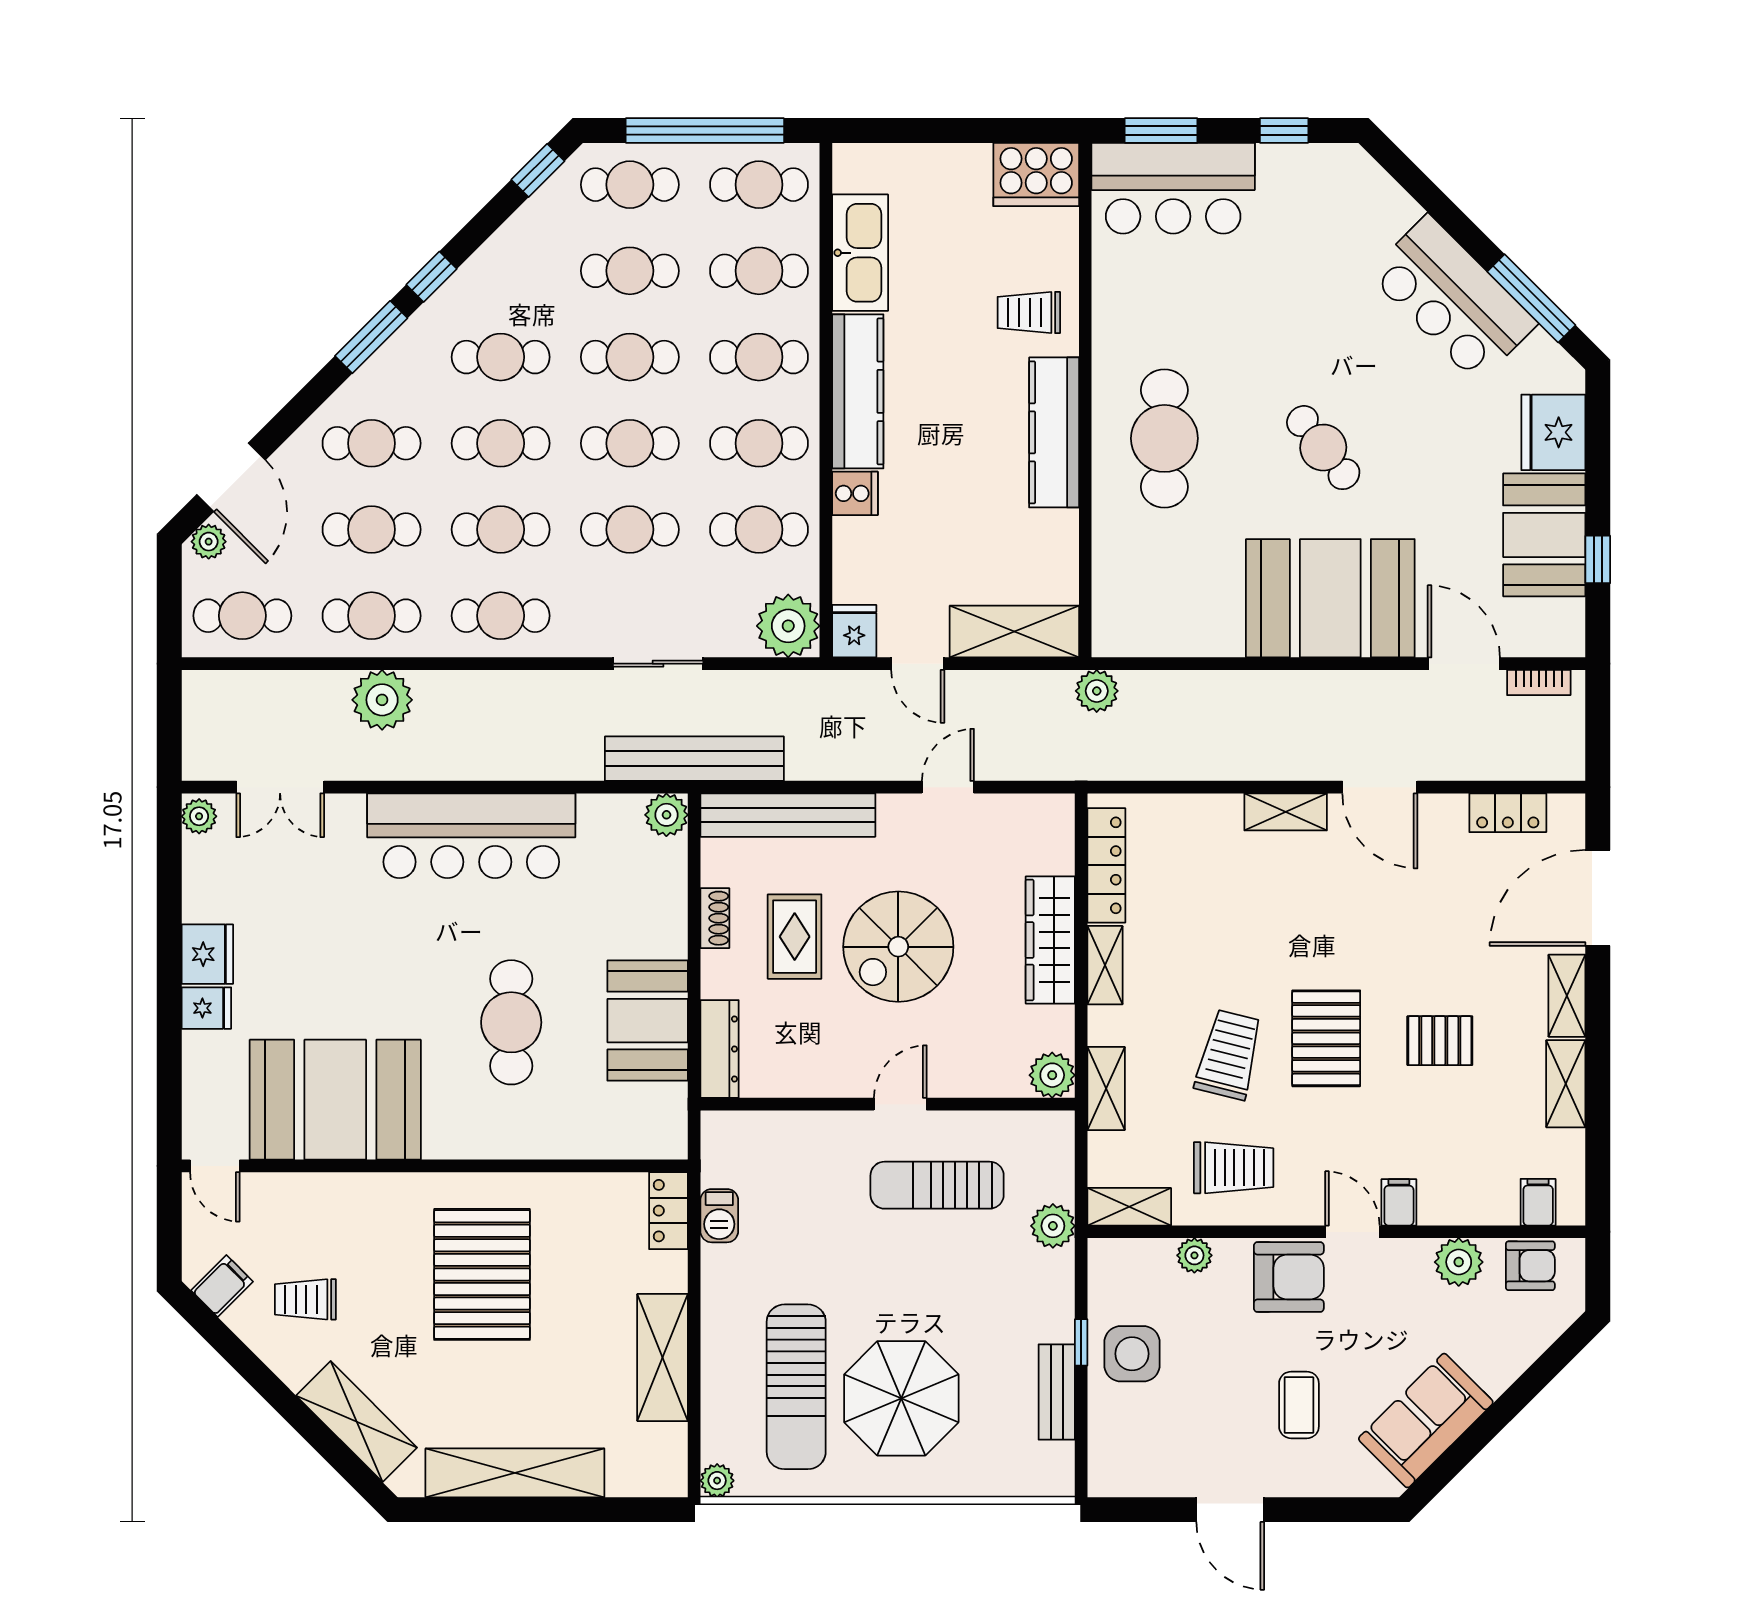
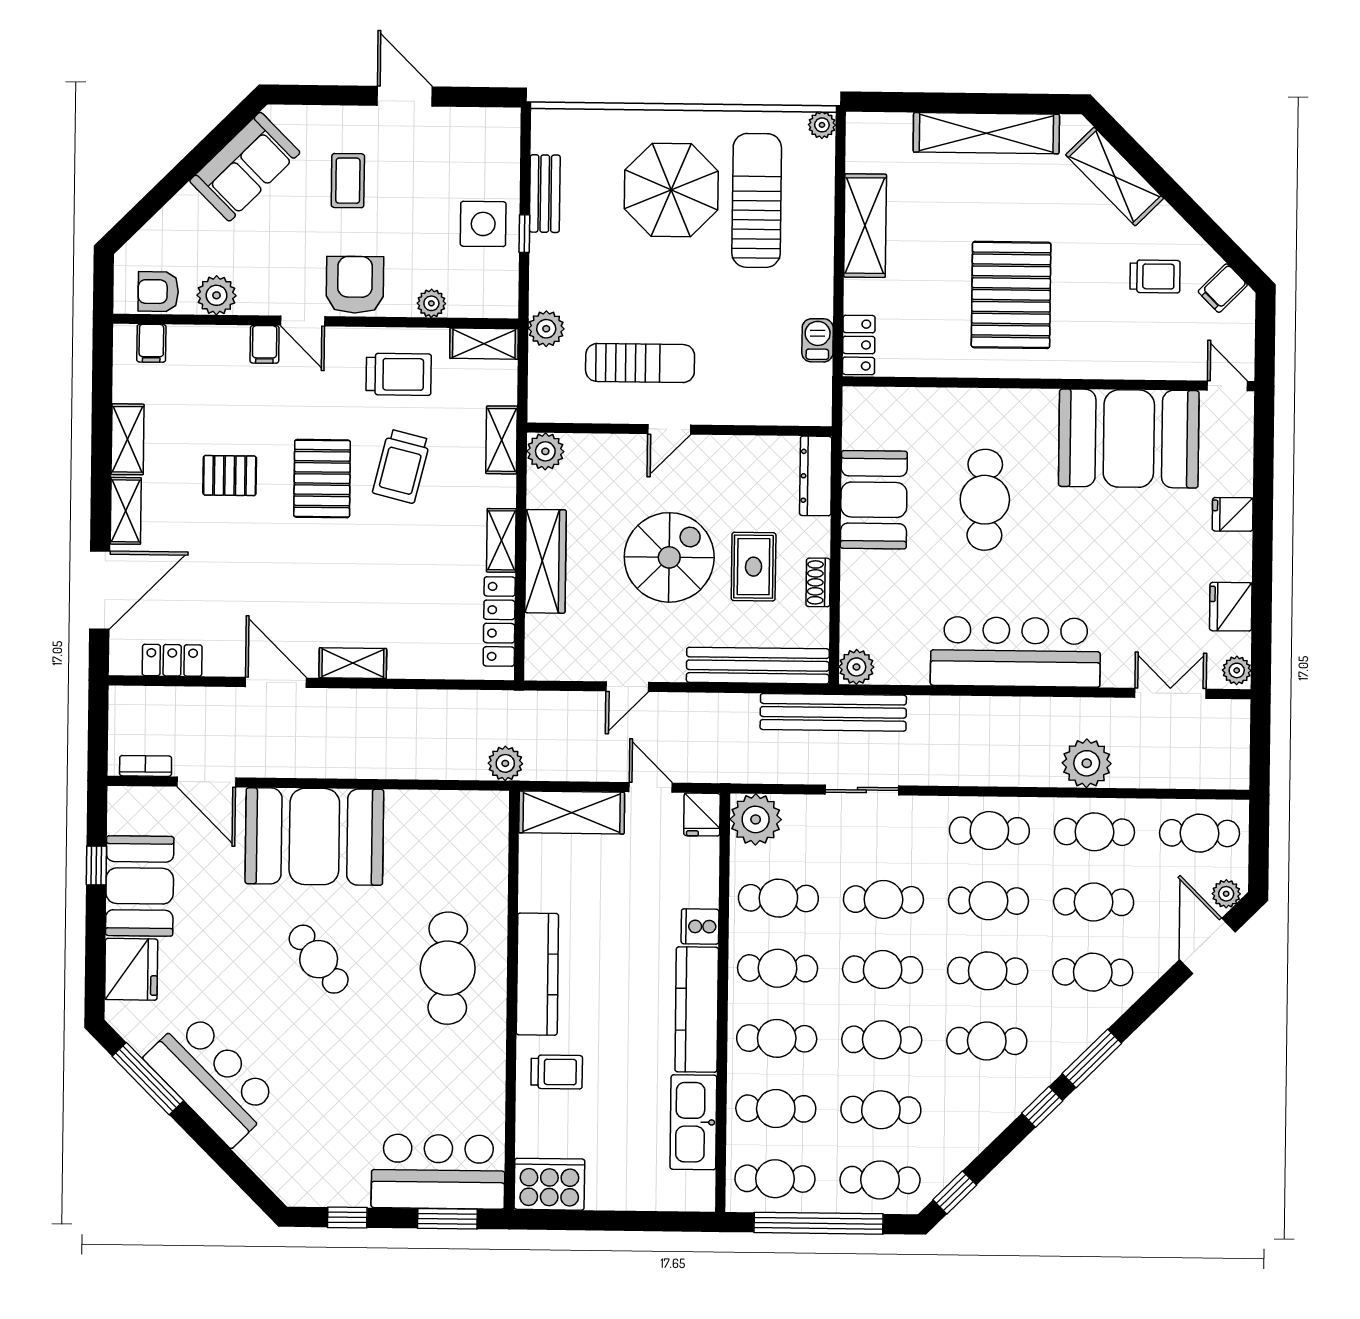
fridge: (207, 954) -> (1231, 607), moved
trolley: (1234, 1168) -> (399, 374), turned 180
armchair: (1289, 1277) -> (355, 285), turned 90

